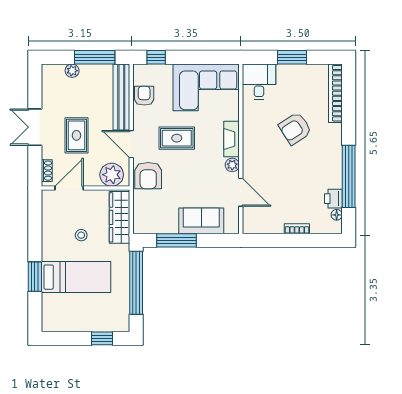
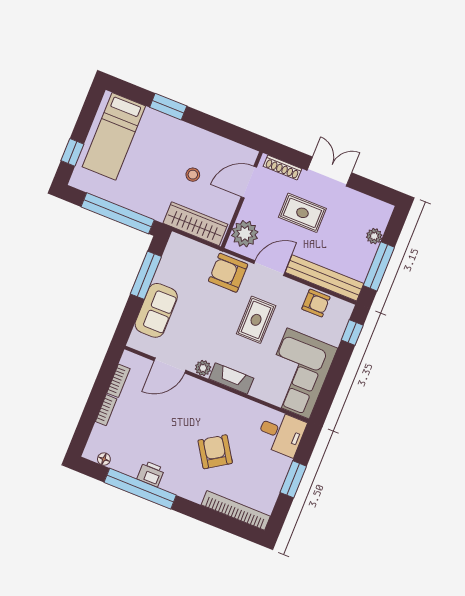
shoe rack: (47, 171) -> (283, 168), width x1.43
door: (69, 188) -> (249, 182), swing flipped
printer: (333, 199) -> (151, 474), moved
bookcase: (270, 228) -> (118, 381), added
bed: (76, 277) -> (114, 136), moved

